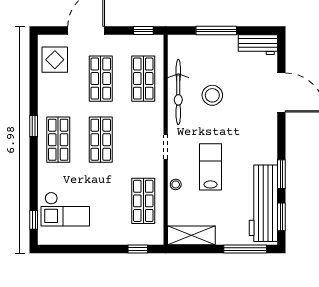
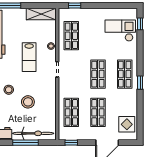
bicycle: (178, 92) -> (33, 133), moved, turned 90
stool: (243, 115) -> (9, 90), added

